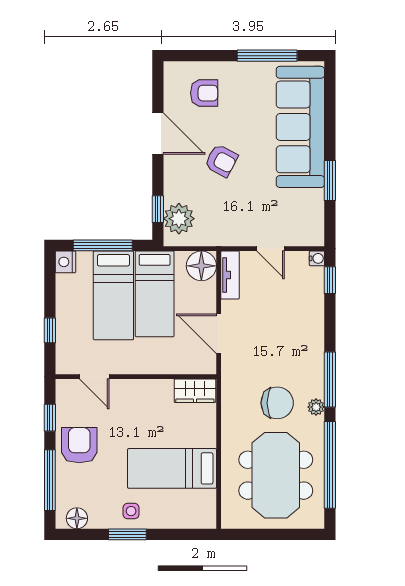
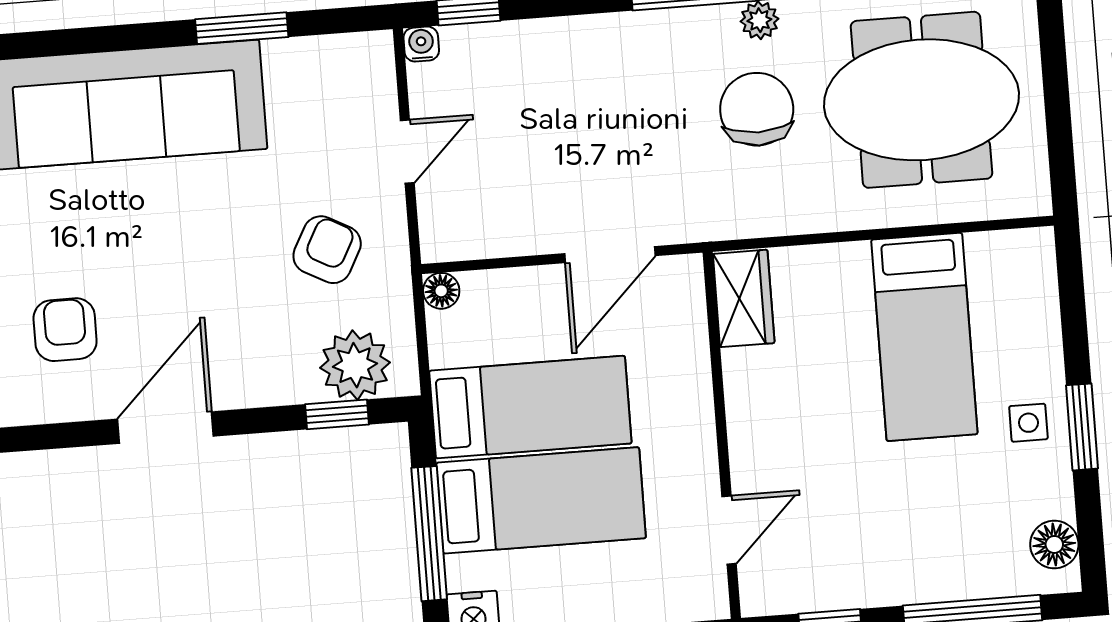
armchair: (221, 161) -> (327, 250), moved
floor lamp: (201, 266) -> (441, 291), width x0.53, depth x0.53
tv unit: (230, 275) -> (474, 239), removed
armchair: (79, 445) -> (888, 552), removed

